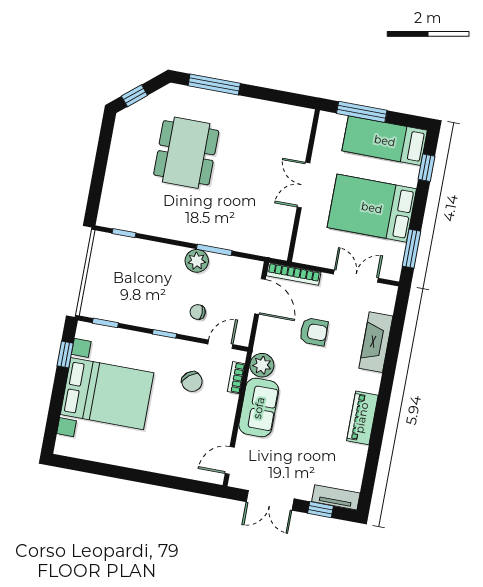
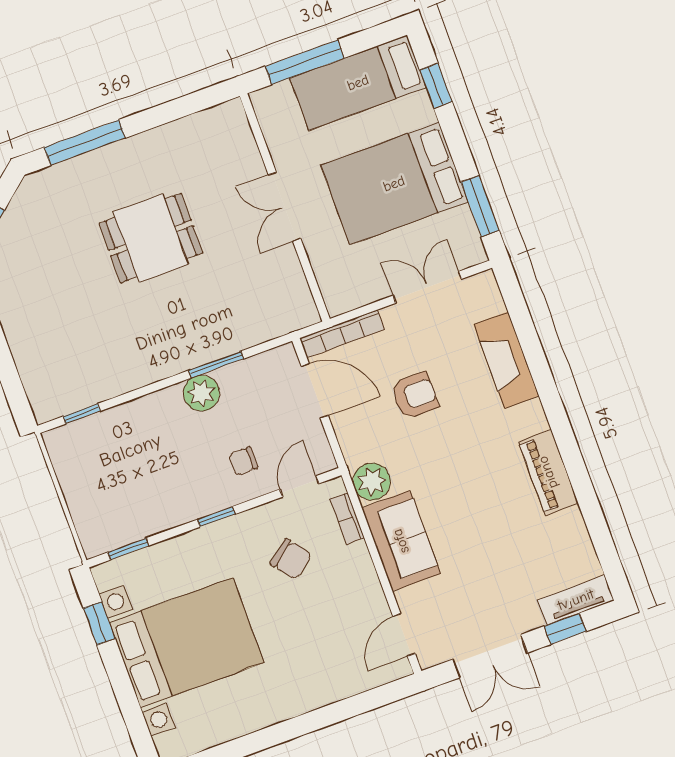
dining table: (186, 153) -> (151, 238), moved, width x0.73

